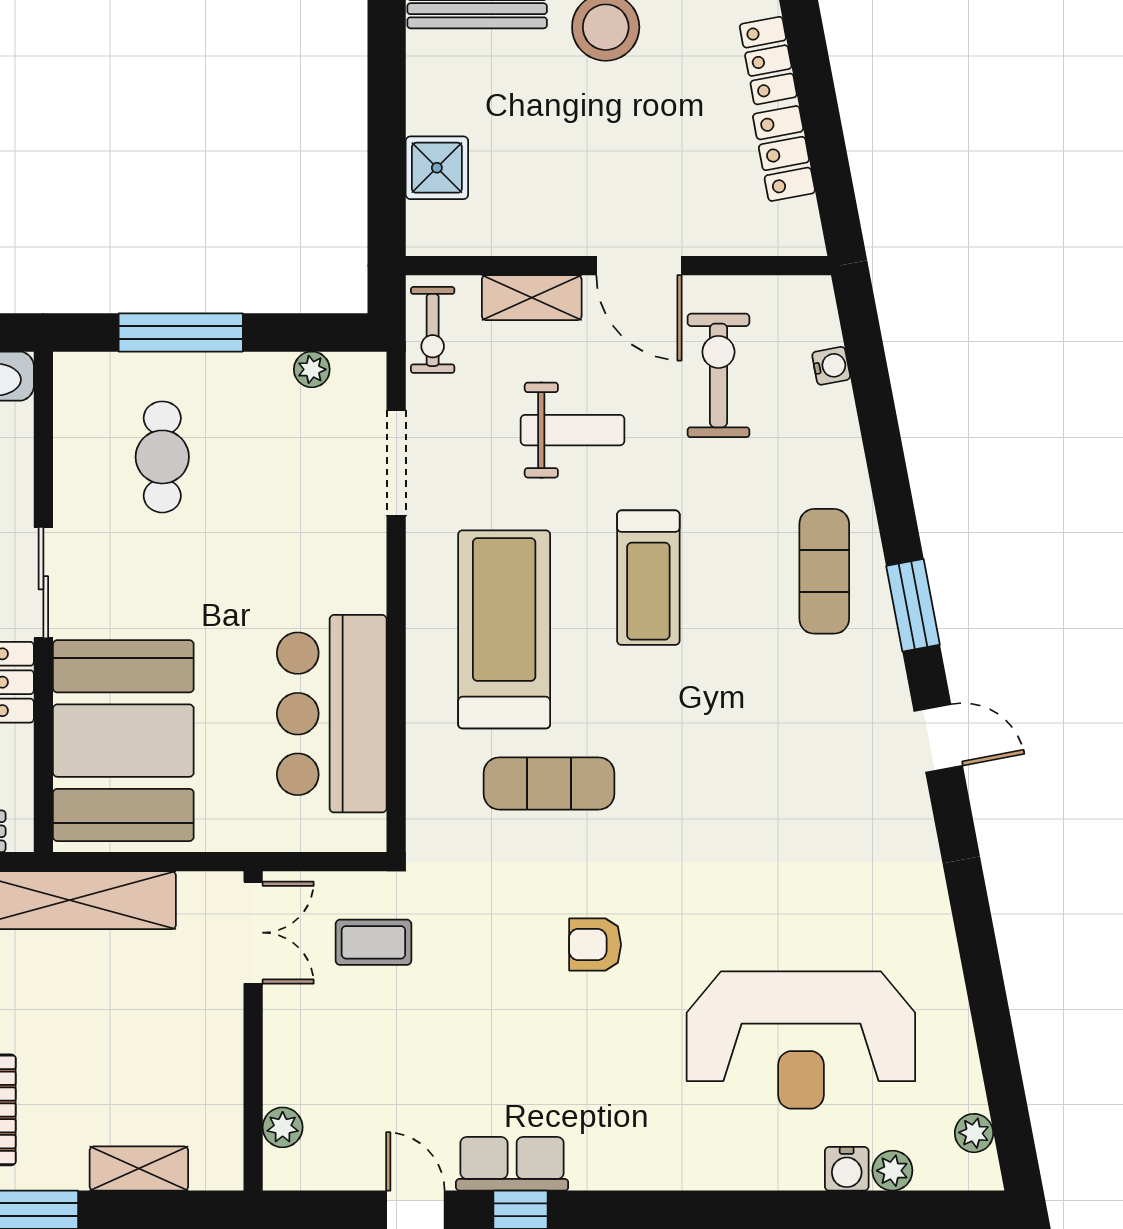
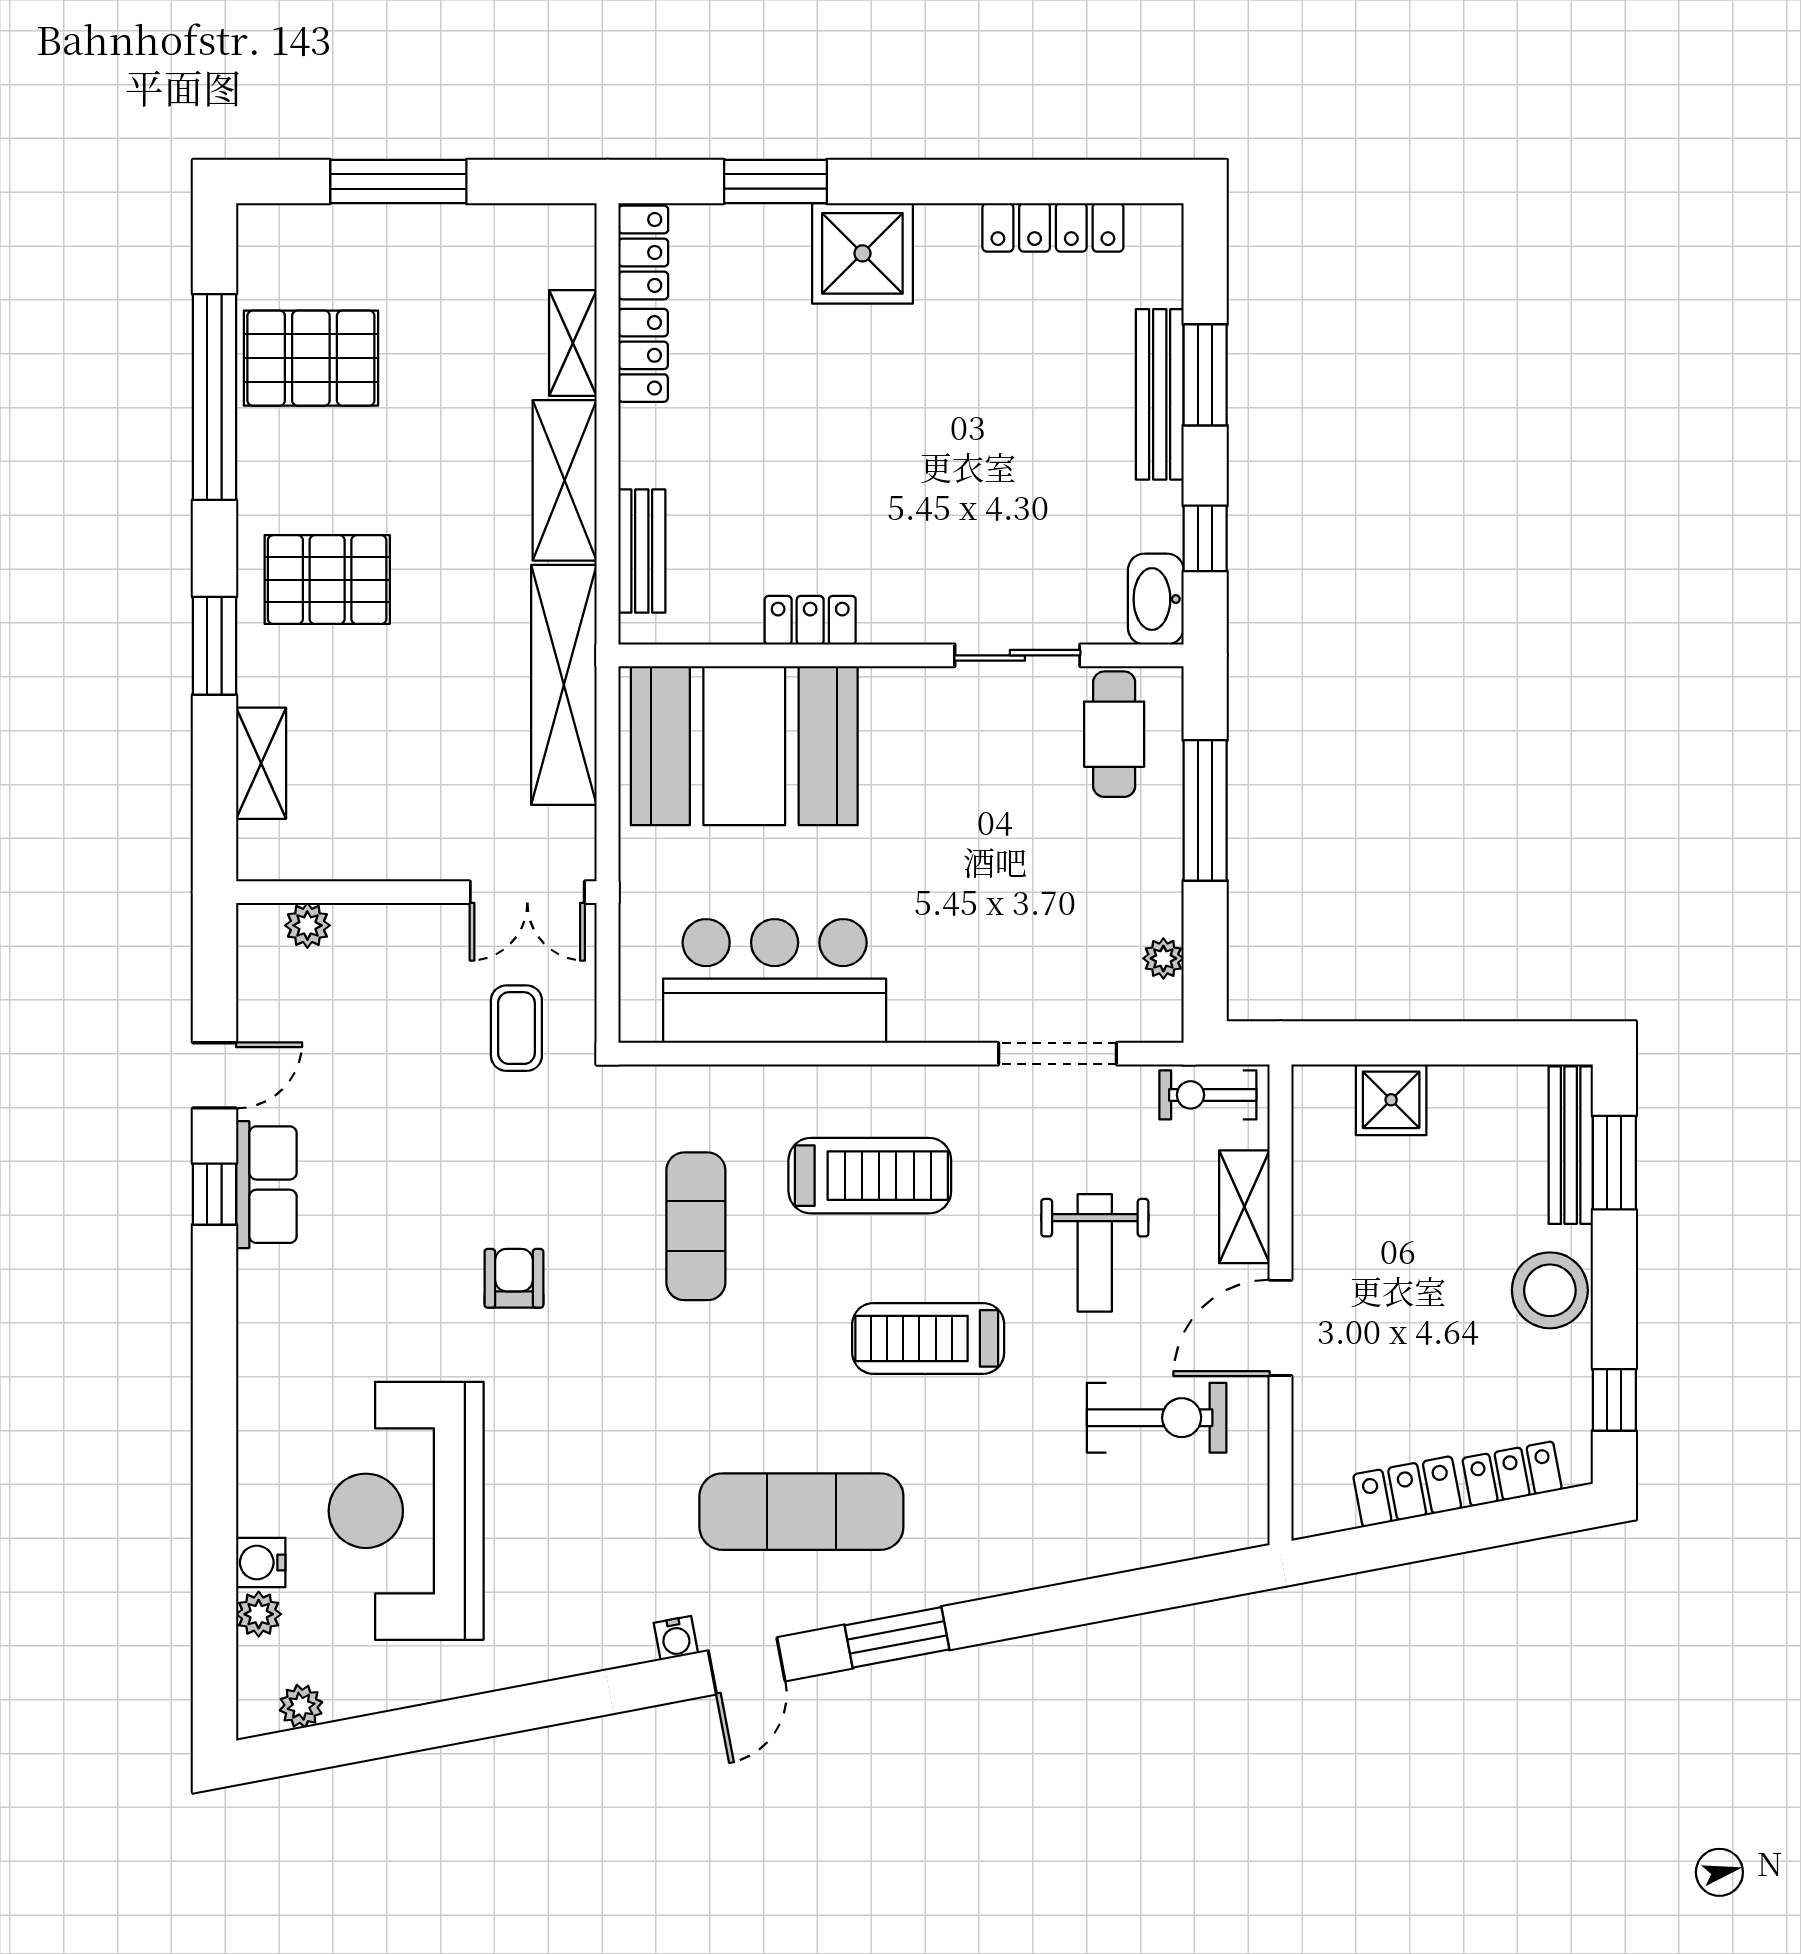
water cooler: (831, 366) -> (676, 1638), moved
cafe table: (162, 457) -> (1114, 734), moved, turned 90
exercise mat: (824, 571) -> (801, 1512), moved, width x1.36, depth x1.45
sliding door: (43, 583) -> (1017, 655), moved
treadmill: (504, 629) -> (870, 1176), width x0.73, depth x0.73

